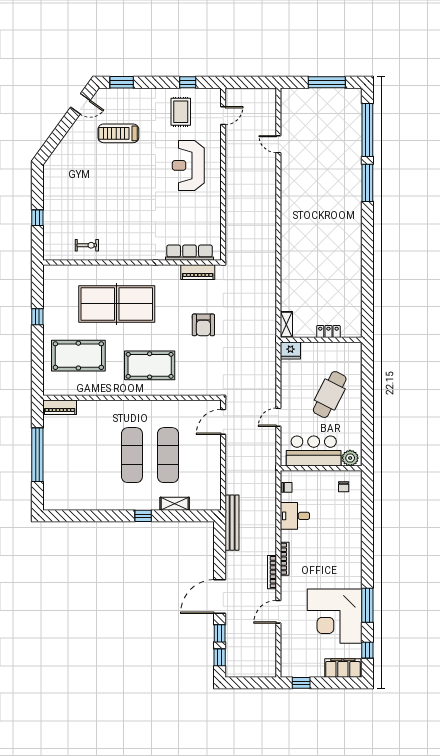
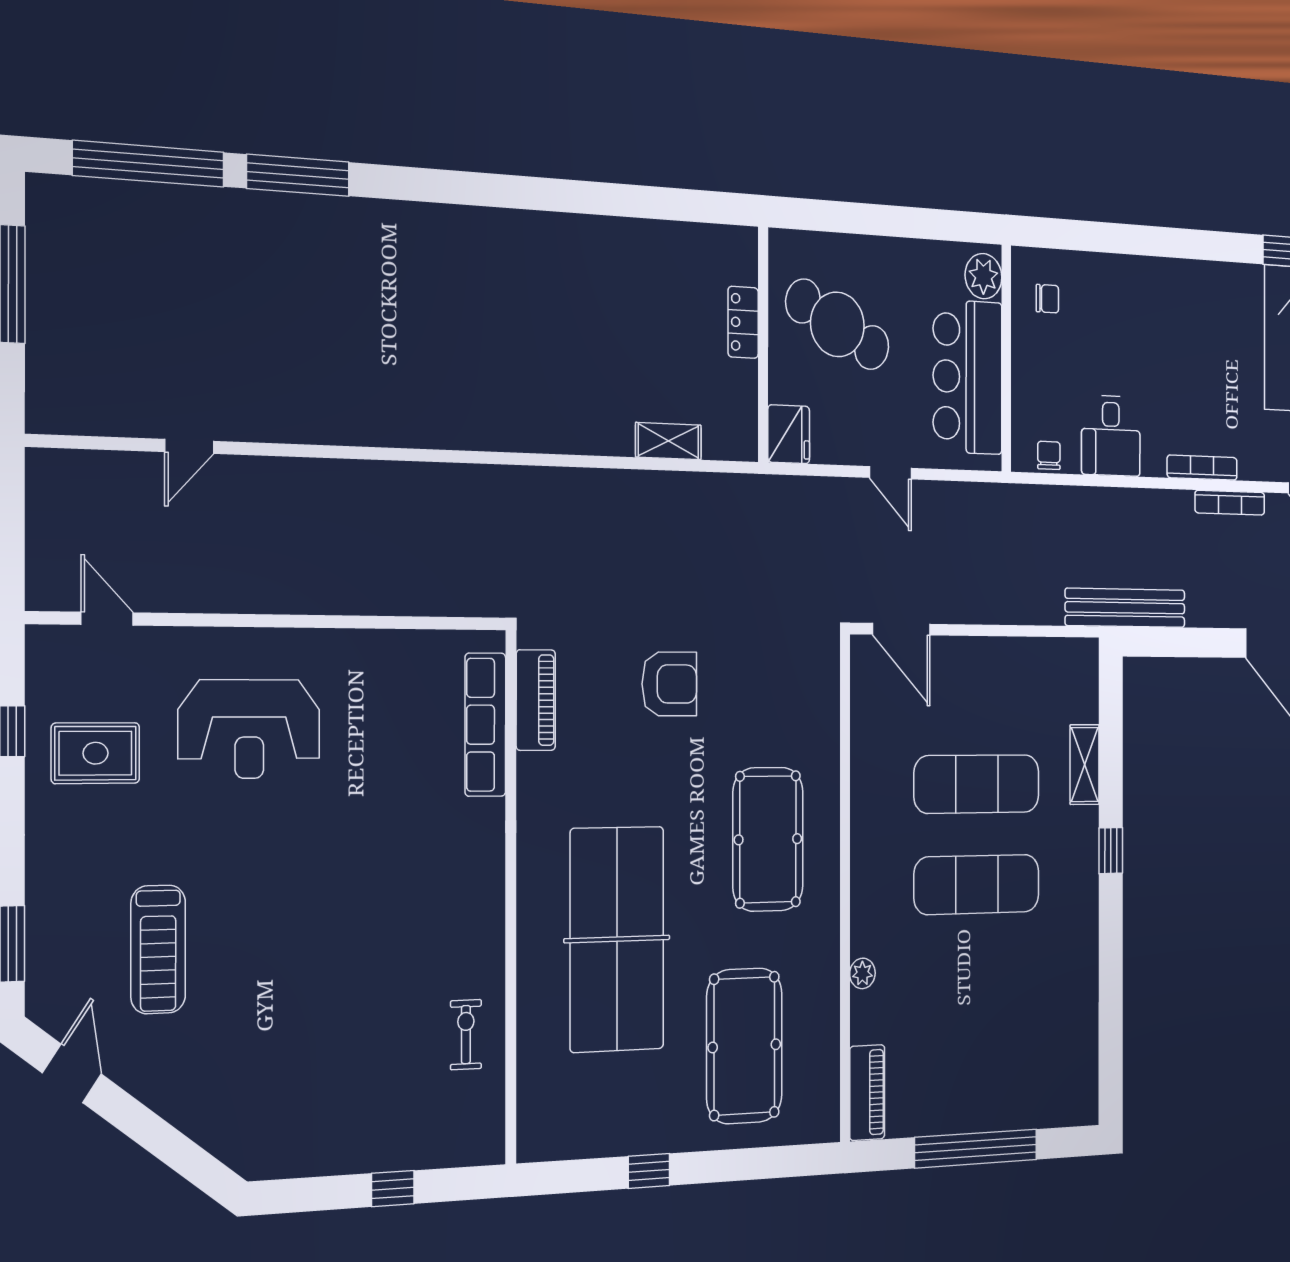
locker: (328, 332) -> (743, 322), moved
wall: (321, 340) -> (763, 345), moved
fridge: (290, 350) -> (789, 434), moved
plant: (102, 405) -> (862, 973), added

